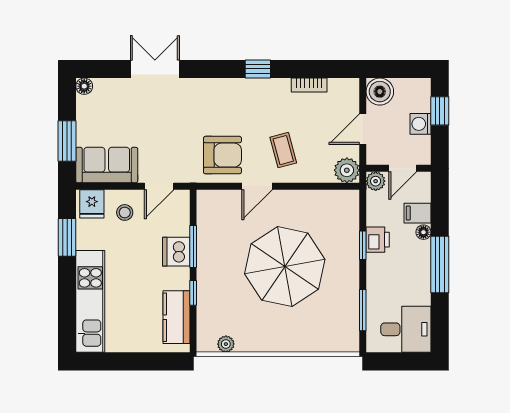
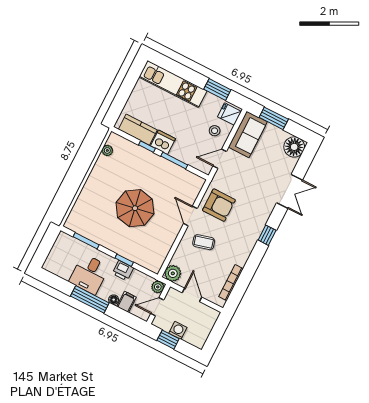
window: (258, 69) -> (267, 235), moved
bookcase: (309, 85) -> (231, 283), width x1.56
floor lamp: (84, 86) -> (294, 147), width x1.89, depth x1.89
boiler: (380, 92) -> (209, 316), removed
window: (440, 111) -> (168, 340), moved
armchair: (222, 155) -> (219, 205), turned -90
door: (403, 168) -> (157, 307), hinge flipped
door: (159, 186) -> (220, 159), hinge flipped
dishwasher: (176, 252) -> (163, 142), moved
parasol: (285, 267) -> (135, 208), width x0.73, depth x0.73
desk: (406, 329) -> (89, 274), moved

